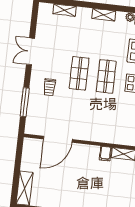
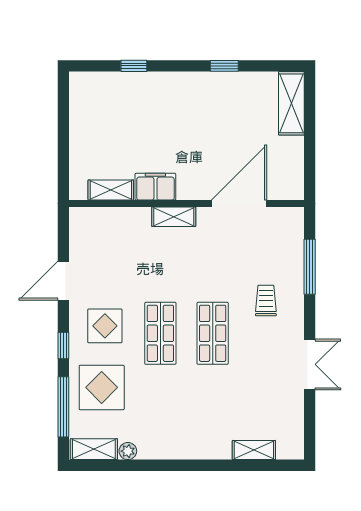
shelving: (104, 15) -> (174, 217), moved
filing cabinet: (105, 154) -> (155, 187), width x2.00

